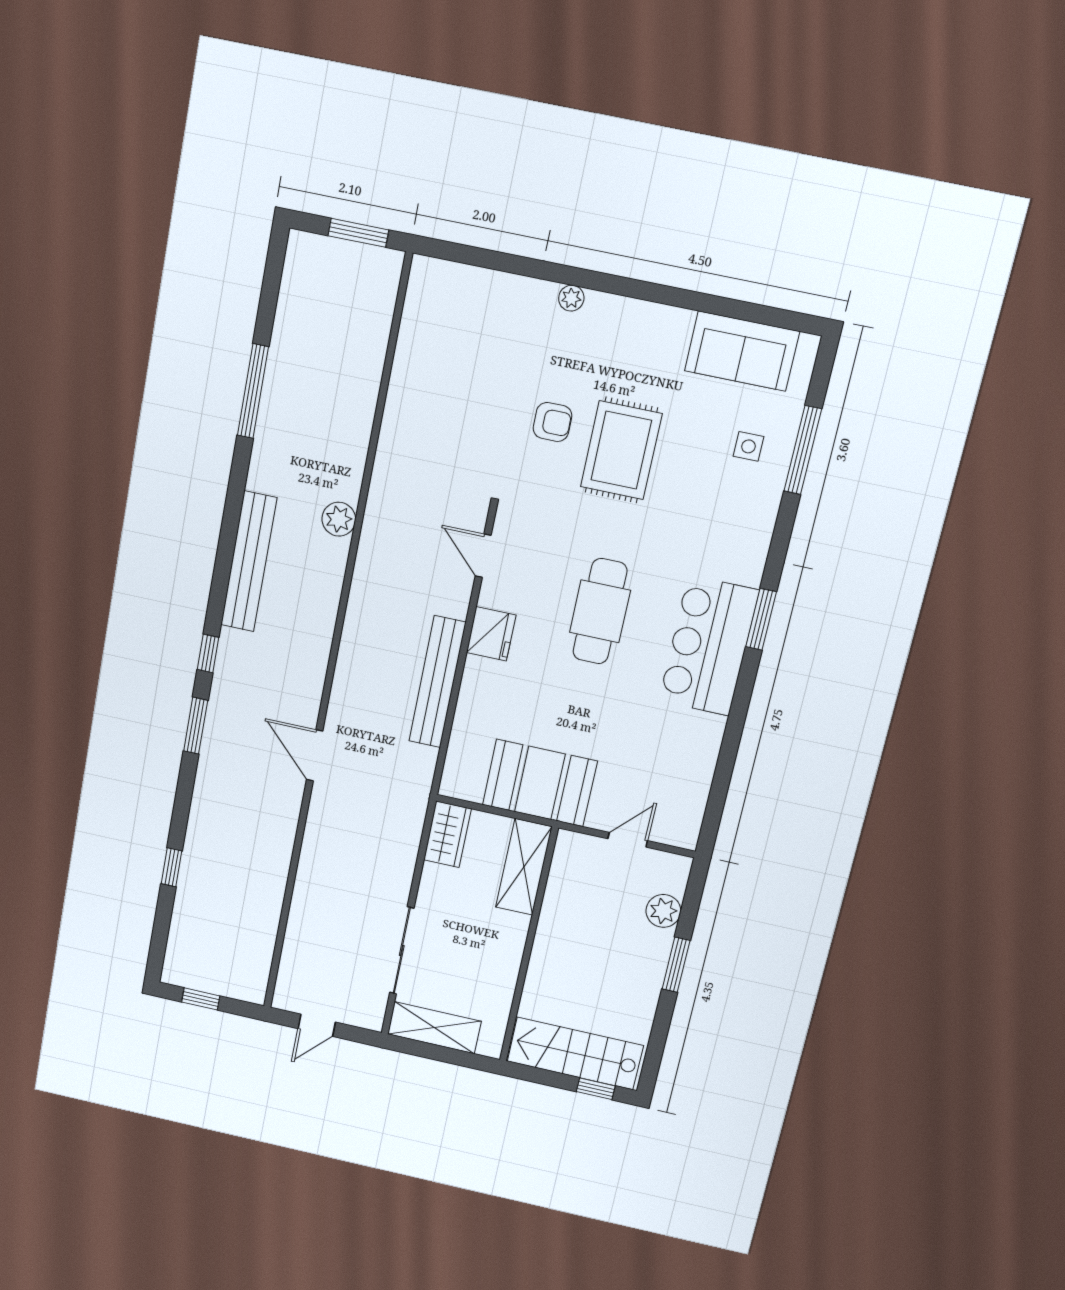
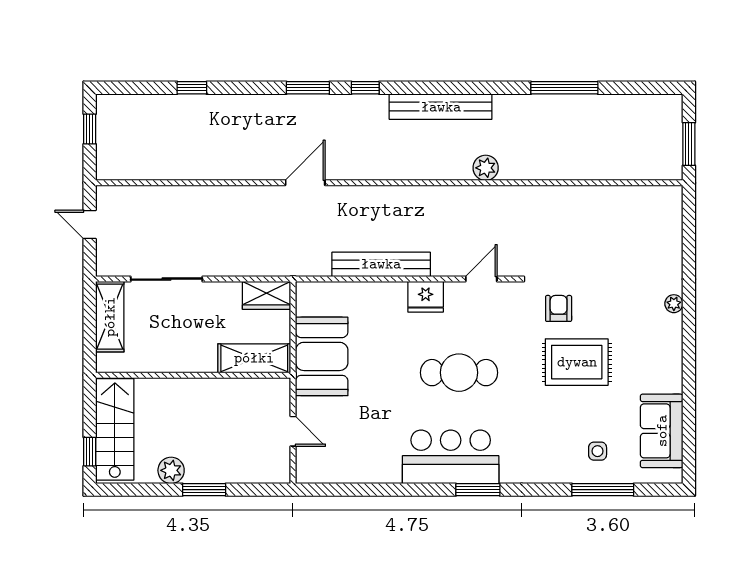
armchair: (552, 422) -> (559, 308), moved, turned 180
plant: (663, 911) -> (171, 470), moved

